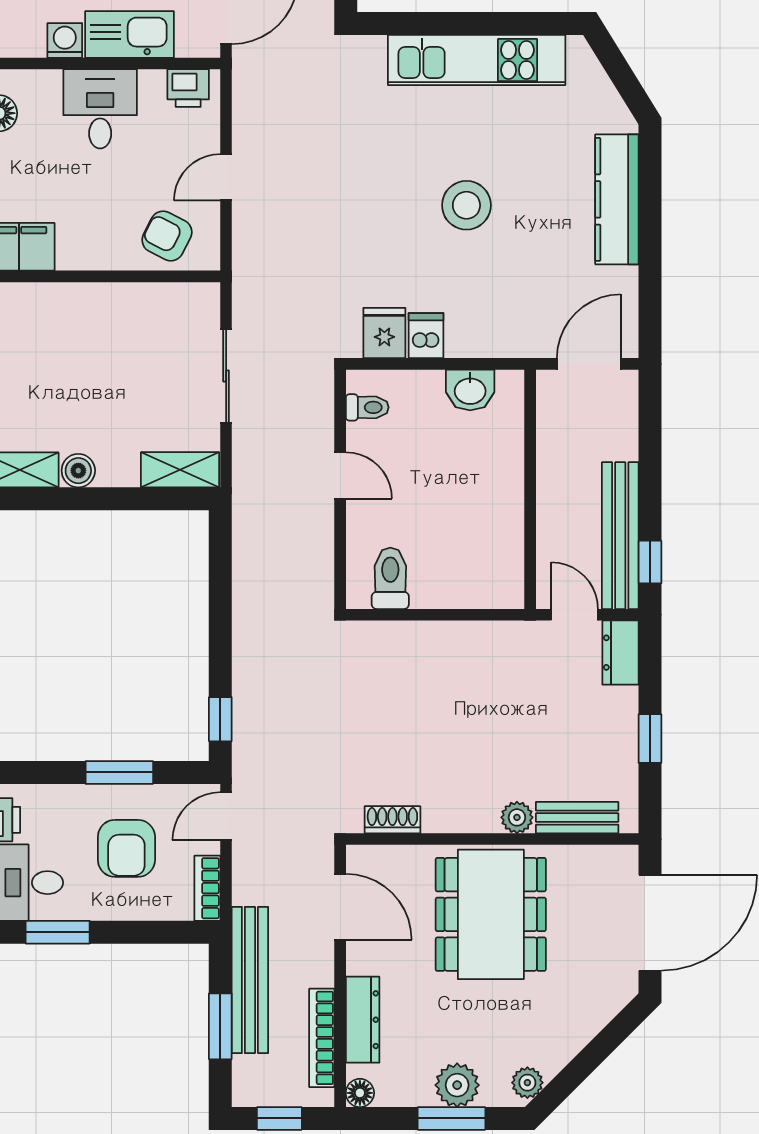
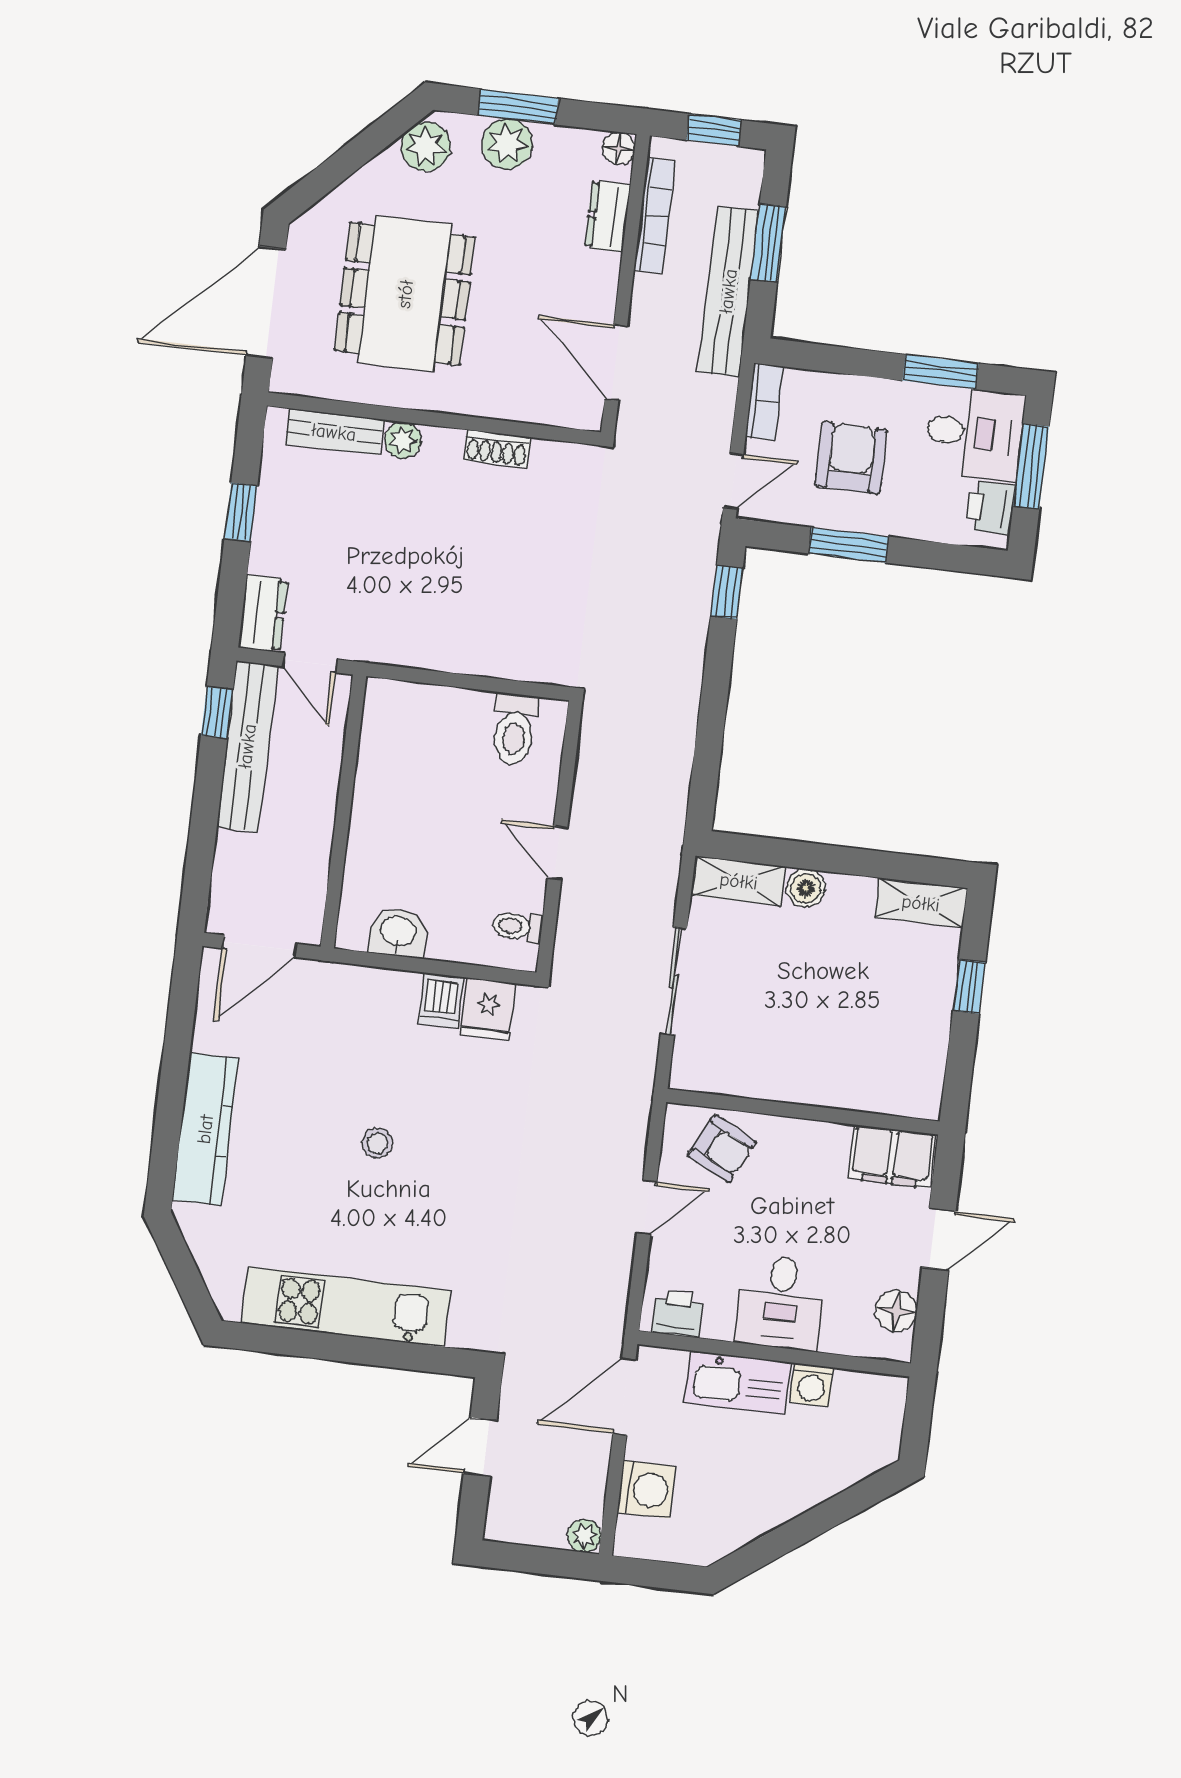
stool: (466, 205) -> (377, 1143), width x0.53, depth x0.53
boiler: (78, 471) -> (806, 888), moved
shoe rack: (392, 820) -> (497, 449), moved
dining table: (491, 914) -> (405, 294), moved
dresser: (363, 1020) -> (608, 216), width x0.70
plant: (527, 1083) -> (426, 147), width x1.38, depth x1.38

